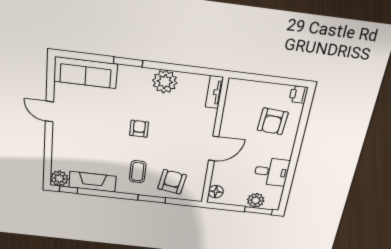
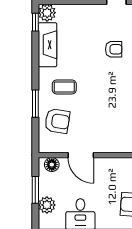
armchair: (139, 129) -> (114, 49), moved
door: (214, 148) -> (81, 155), moved
window: (258, 211) -> (35, 190), moved

